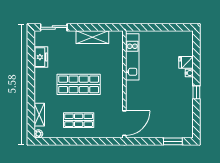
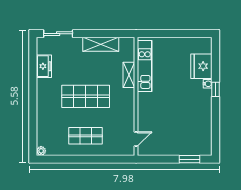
fridge: (186, 62) -> (201, 66), width x1.88, depth x1.34
window: (196, 92) -> (215, 89), moved
shelving: (39, 115) -> (129, 75), moved
door: (124, 123) -> (136, 139), width x0.53

